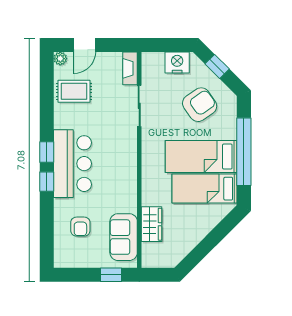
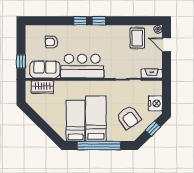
bar counter: (72, 164) -> (82, 66), moved, turned 180
wardrobe: (151, 224) -> (42, 87), moved

